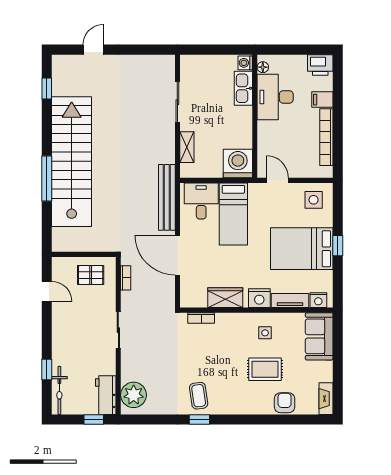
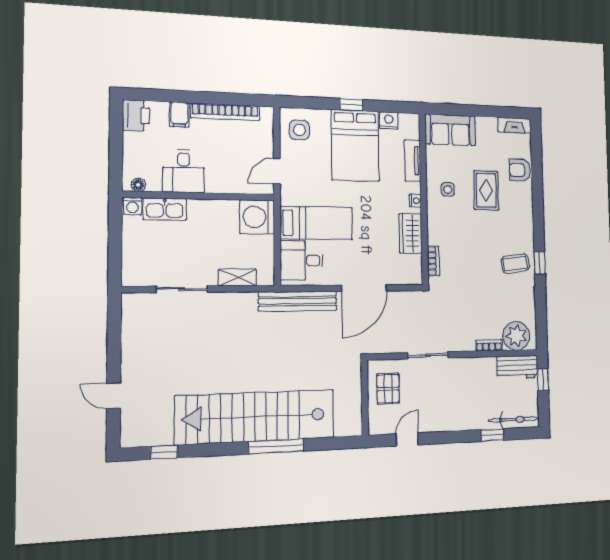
desk: (275, 97) -> (184, 171), width x0.73
bookcase: (126, 278) -> (489, 345), moved
nightstand: (259, 298) -> (415, 201), width x0.53, depth x0.56
nightstand: (318, 300) -> (389, 121), moved, turned -90
sliding door: (118, 330) -> (428, 355), moved

